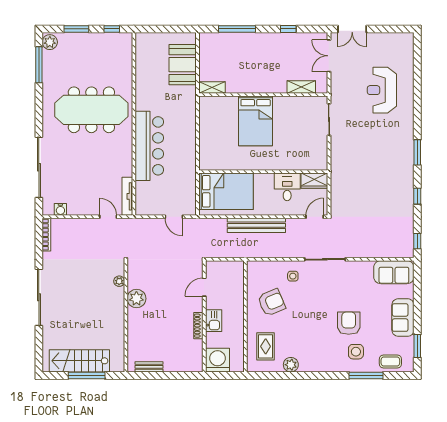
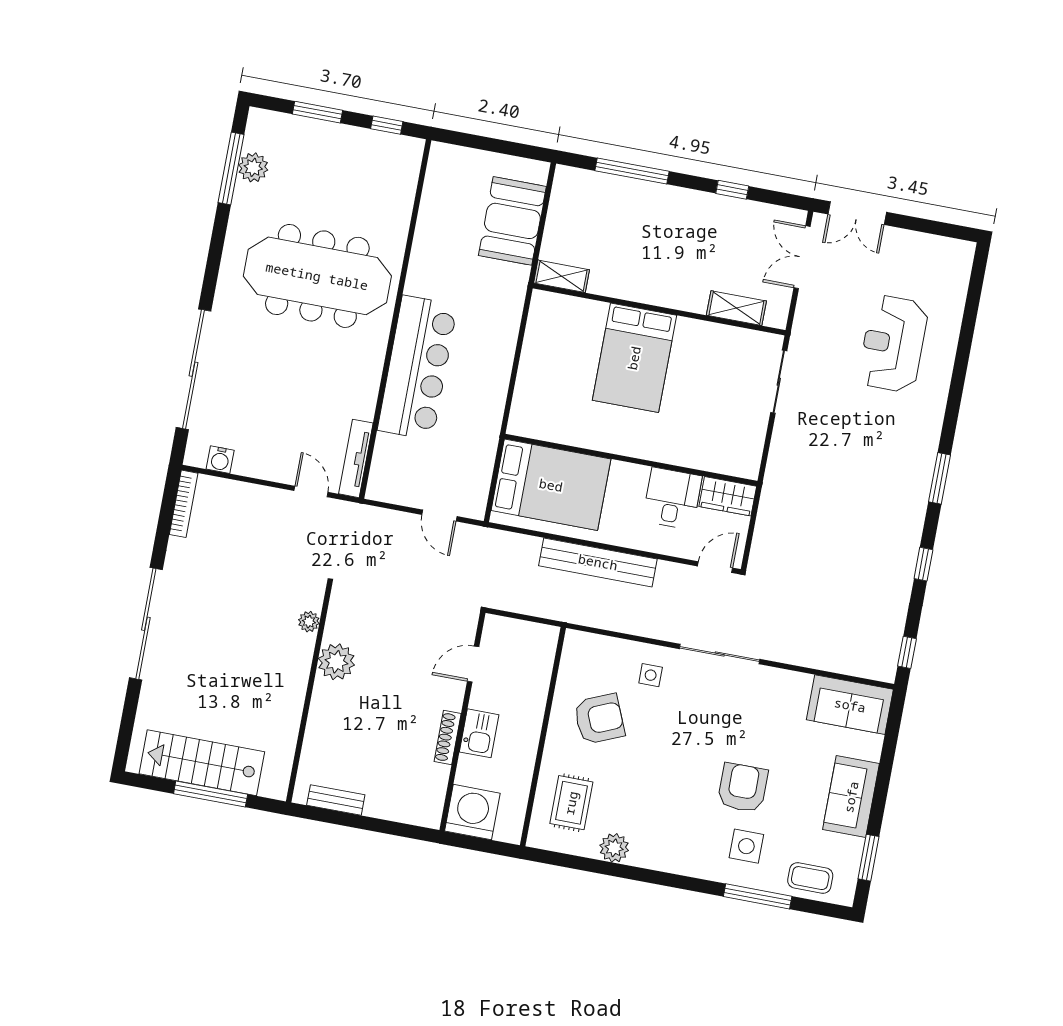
plant: (50, 42) -> (253, 167), moved

